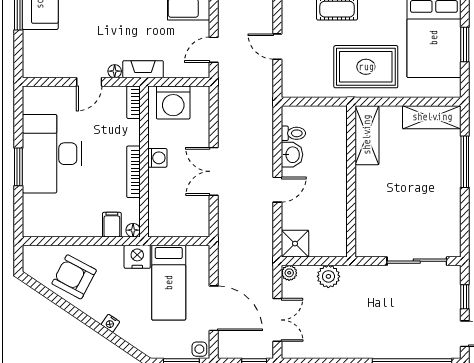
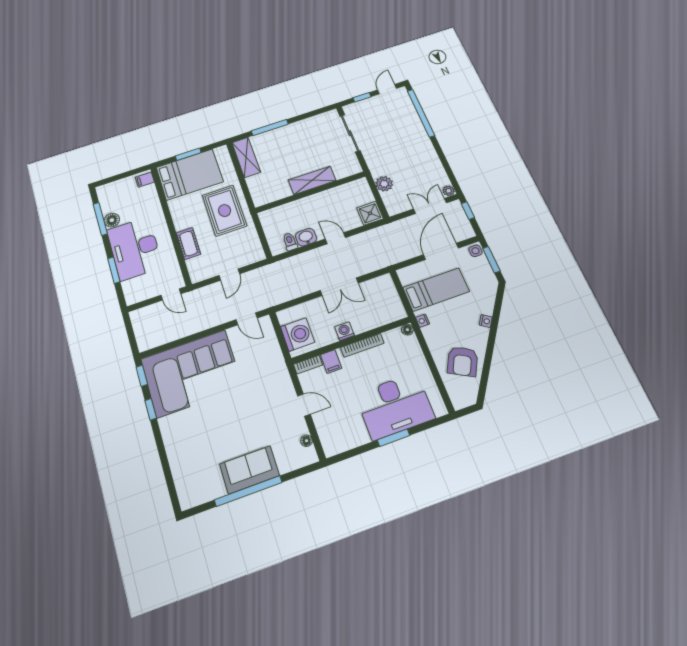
fireplace: (143, 69) -> (279, 366), removed
floor lamp: (115, 71) -> (307, 441), moved
shelving: (367, 135) -> (312, 180), moved
desk: (52, 154) -> (395, 406), moved
filing cabinet: (112, 225) -> (331, 361), moved, turned -90
nightstand: (137, 257) -> (422, 321), width x0.53, depth x0.56
plant: (289, 273) -> (449, 191), moved

